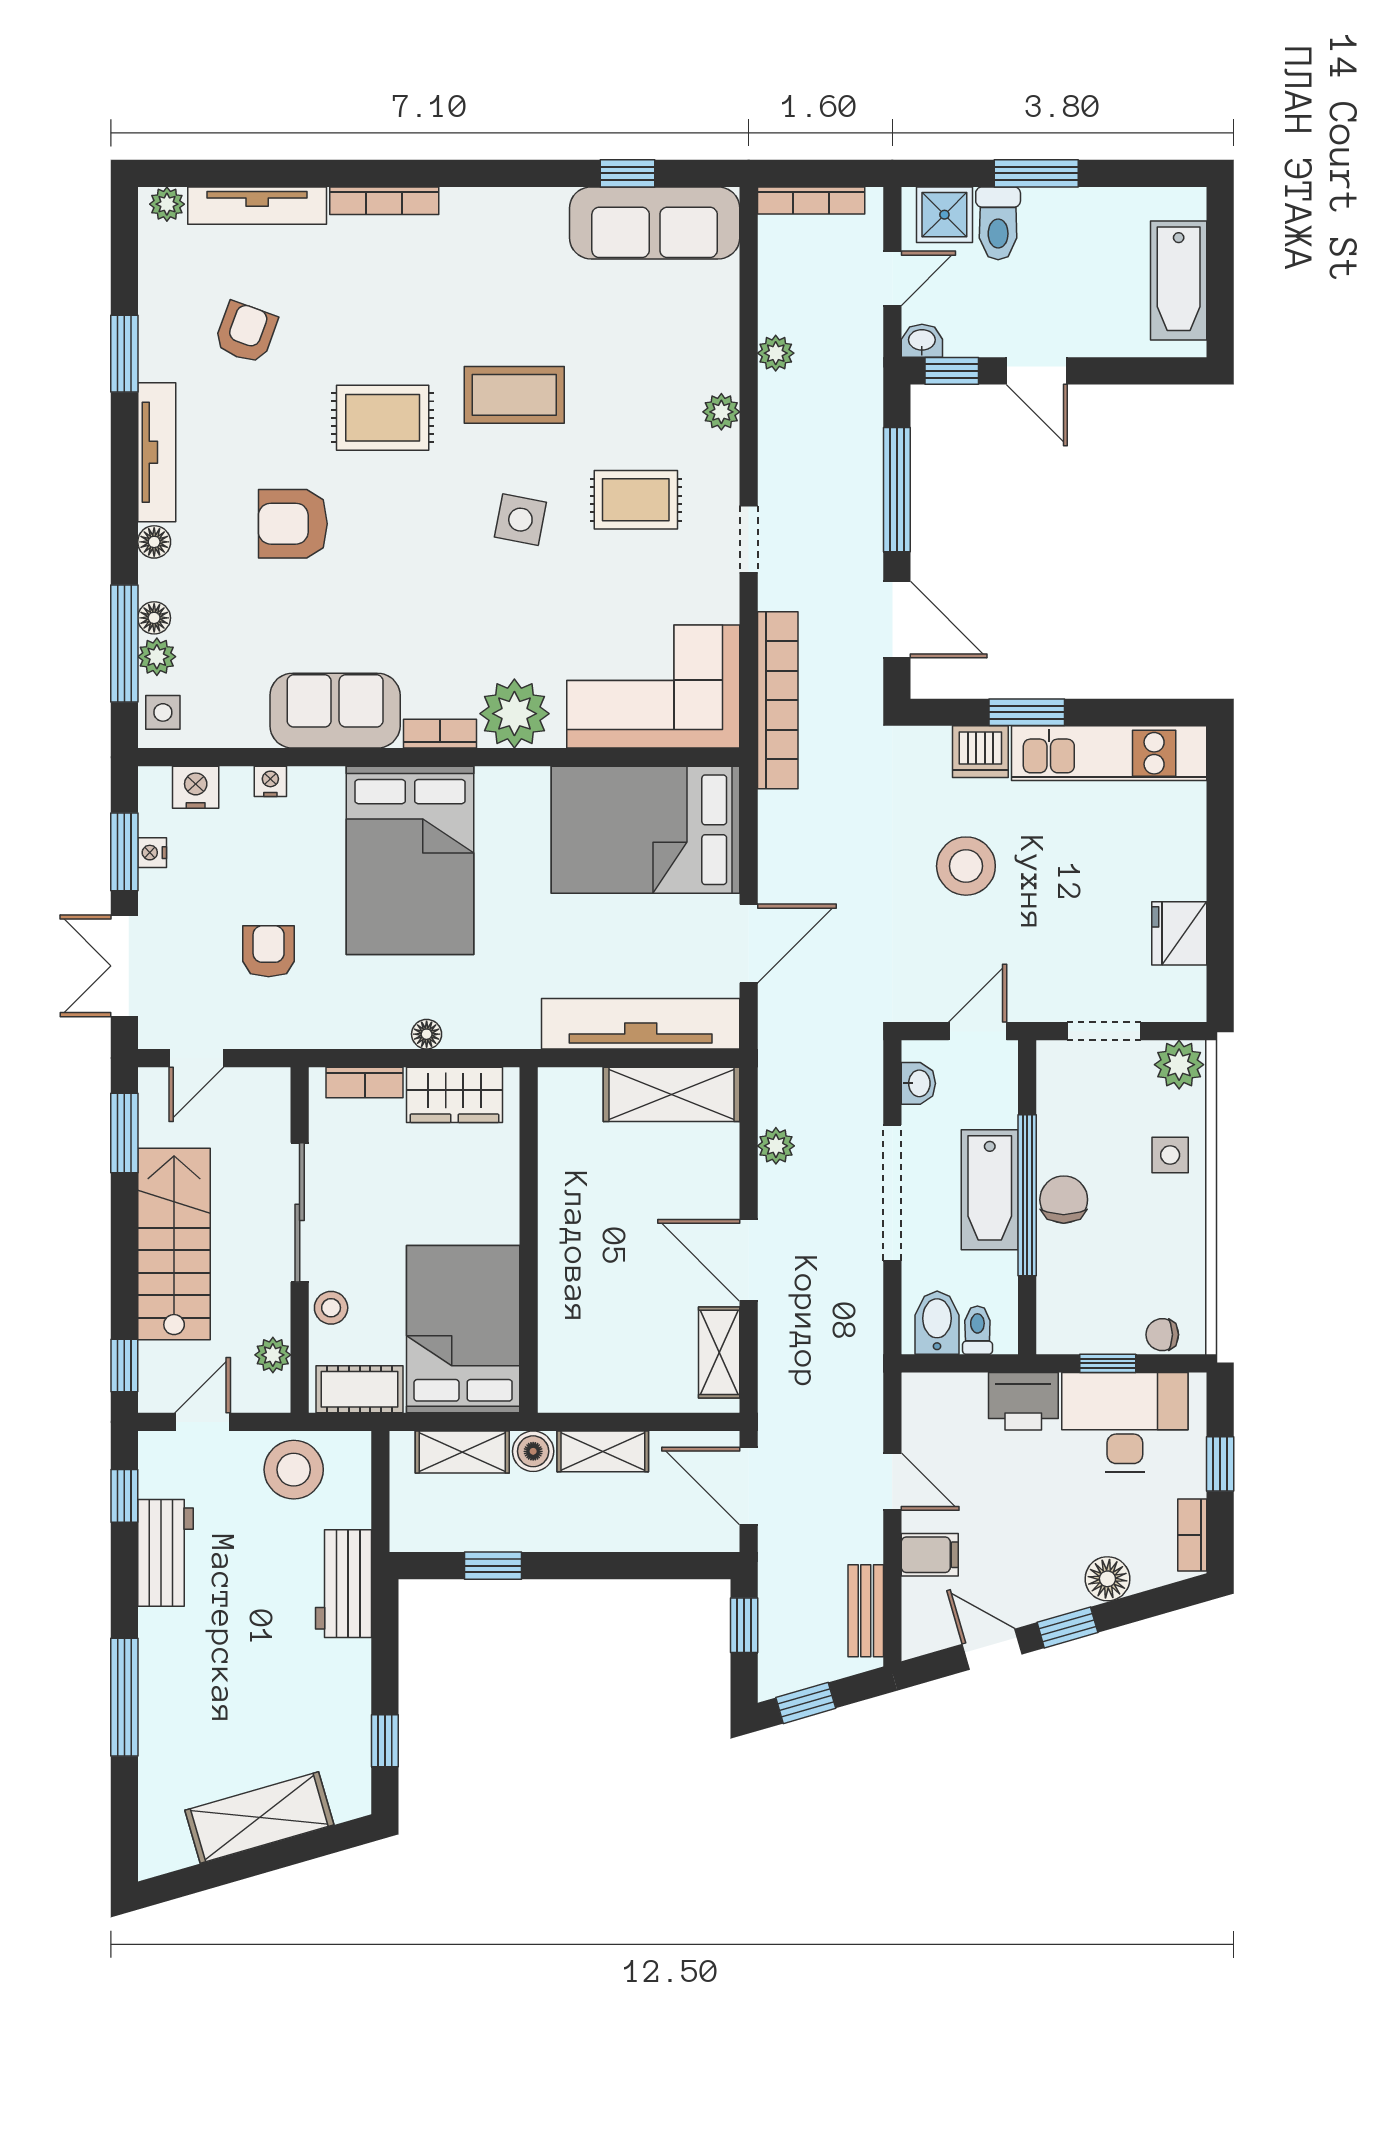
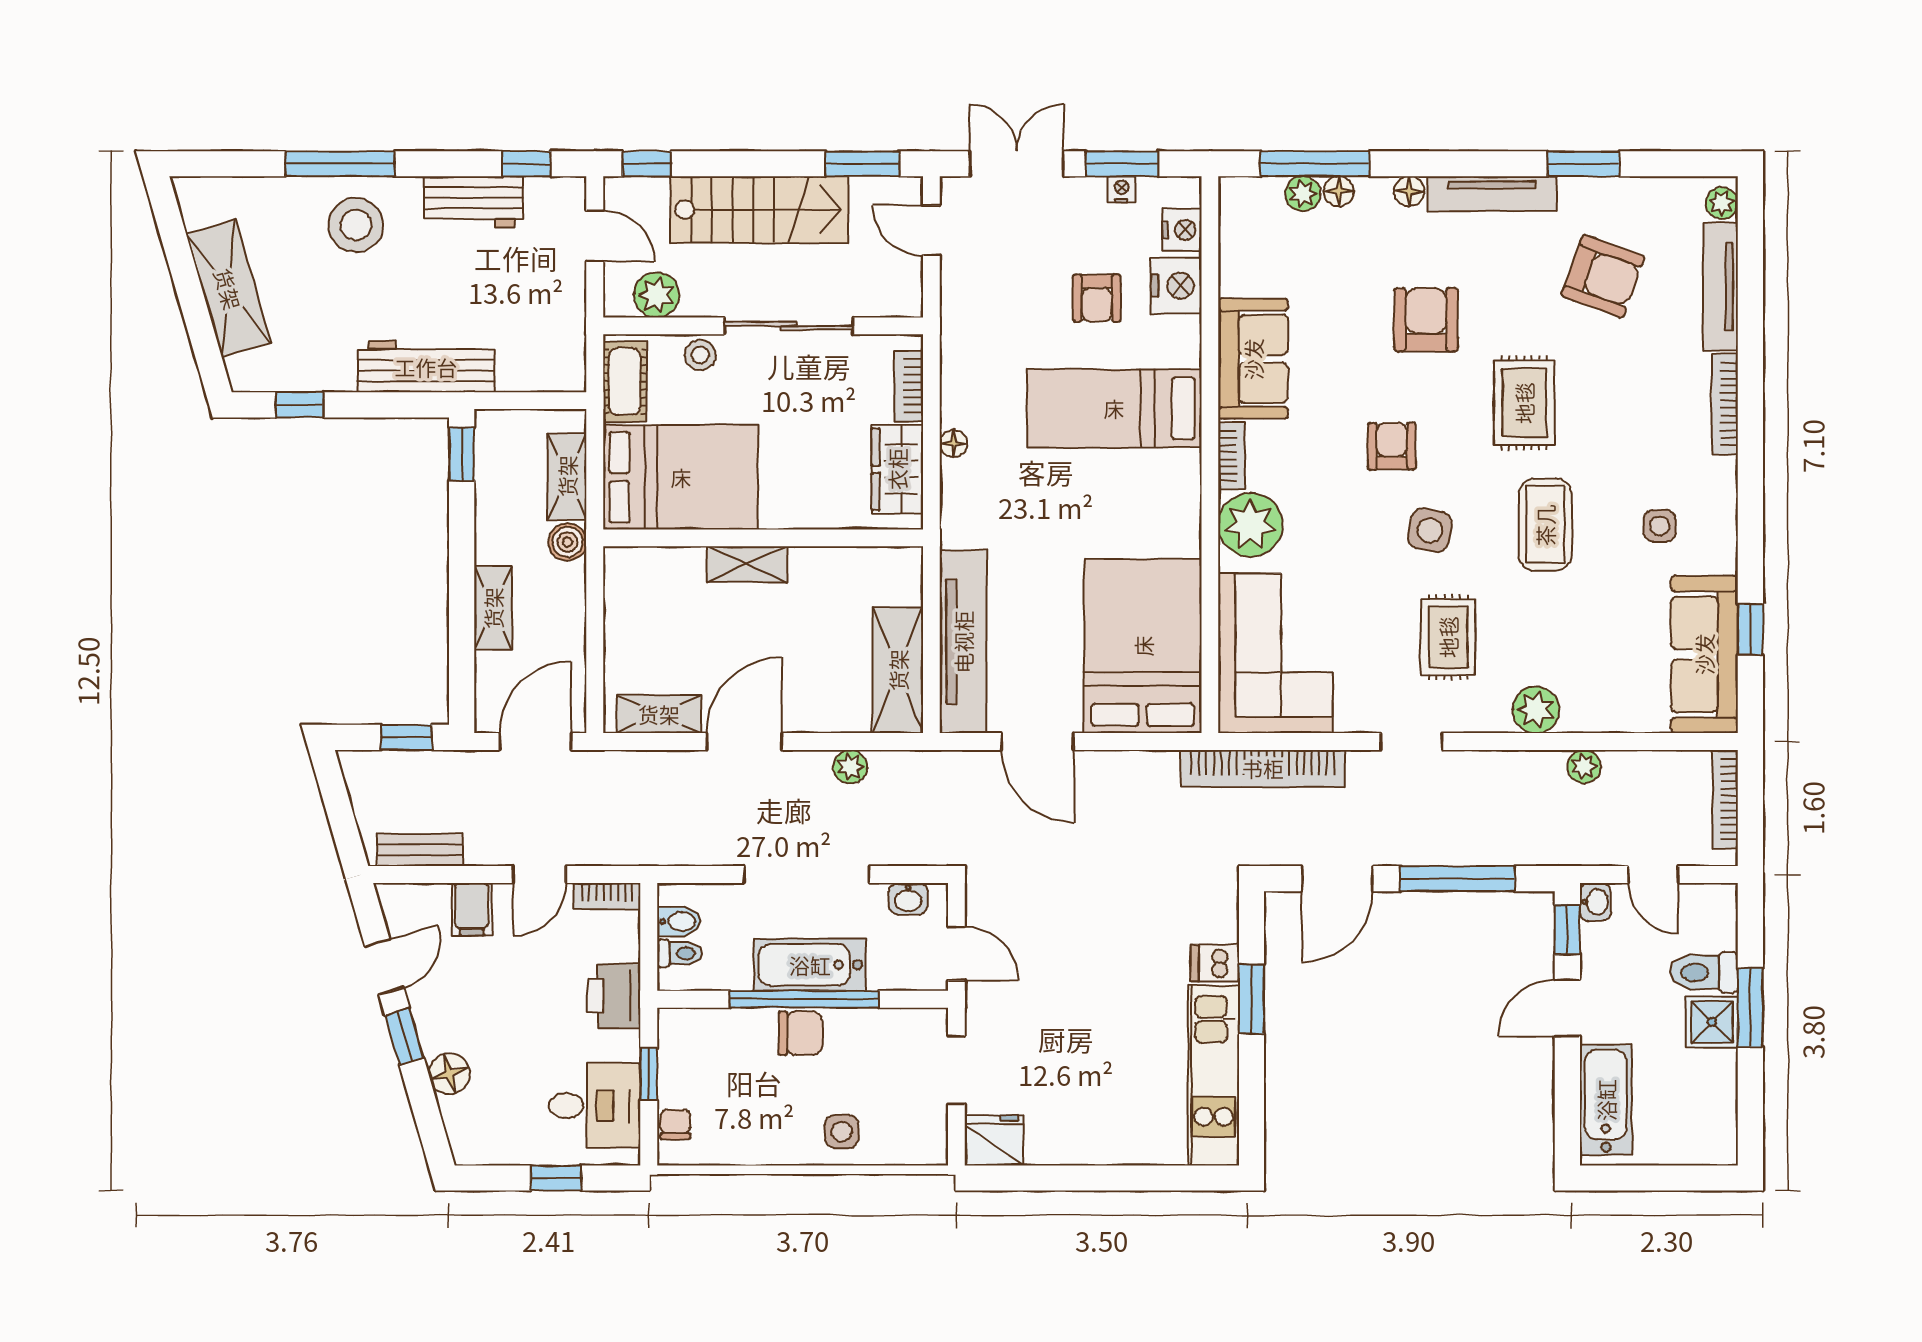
shower: (944, 215) -> (1712, 1022), moved
bathtub: (1179, 281) -> (1606, 1100), moved, turned 90
armchair: (246, 332) -> (1603, 276), width x1.38, depth x1.38
plant: (721, 412) -> (1536, 710), width x1.38, depth x1.38
armchair: (430, 561) -> (1392, 446), added
side table: (163, 712) -> (1660, 526), moved
dishwasher: (980, 752) -> (1215, 963), width x0.73
nightstand: (270, 781) -> (1176, 286), width x1.89, depth x1.79
bed: (410, 860) -> (1114, 408), width x0.67
stool: (966, 866) -> (1109, 943), removed
fridge: (1179, 933) -> (994, 1140), moved
armchair: (269, 951) -> (1097, 298), moved, turned 90
plant: (1179, 1065) -> (925, 1140), removed
shelving: (557, 1257) -> (747, 564), added
bidet: (937, 1323) -> (679, 921), width x0.72, depth x0.74
plant: (273, 1355) -> (657, 295), width x1.38, depth x1.38
desk: (1125, 1422) -> (595, 1106), width x0.73
shelving: (603, 1451) -> (493, 608), moved
stool: (294, 1470) -> (356, 225), moved
bookcase: (1192, 1535) -> (607, 896), moved, turned 180
window: (493, 1566) -> (462, 454), moved
workbench: (343, 1584) -> (426, 367), width x1.37
window: (806, 1703) -> (335, 794), removed

